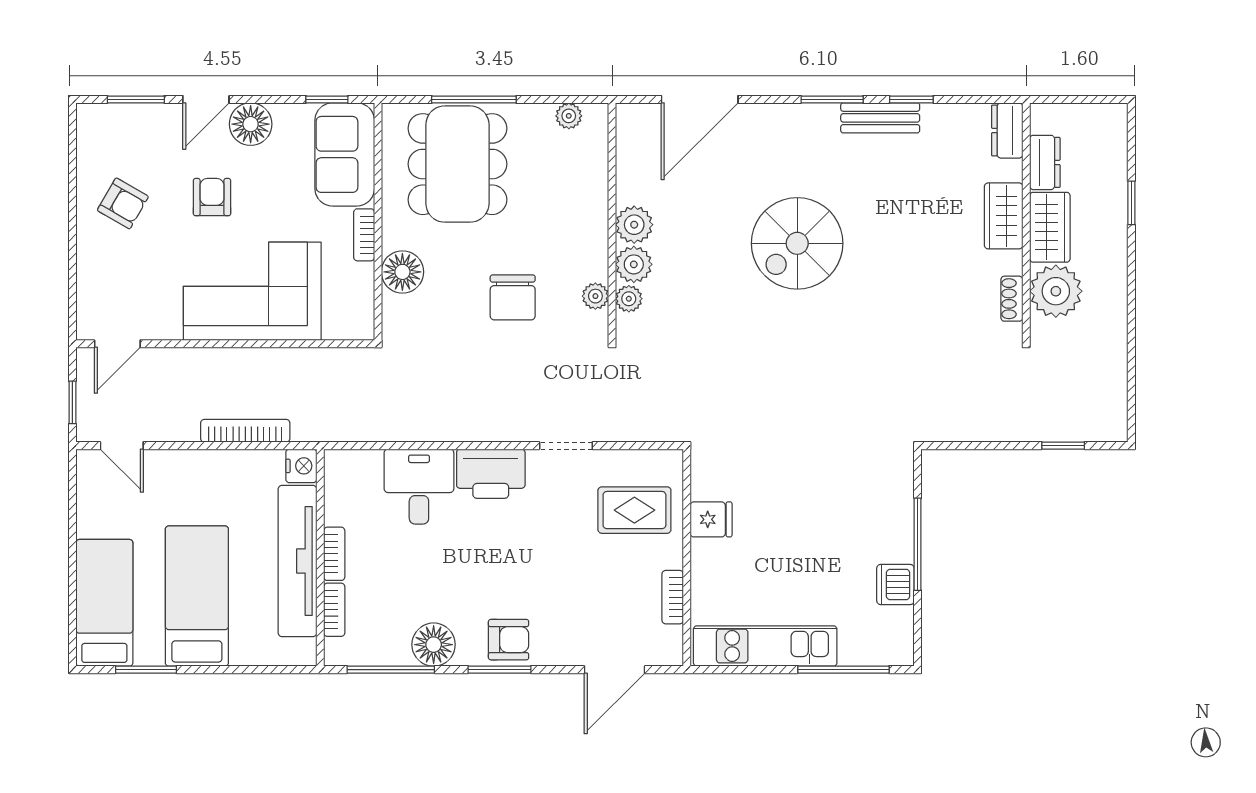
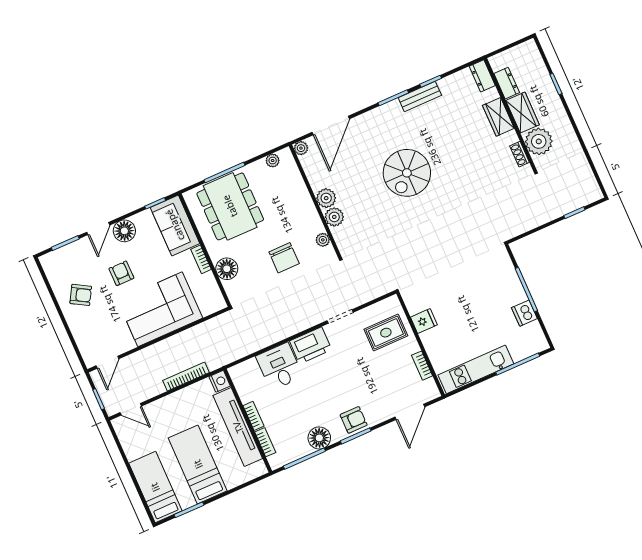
plant: (629, 299) -> (301, 148), moved

